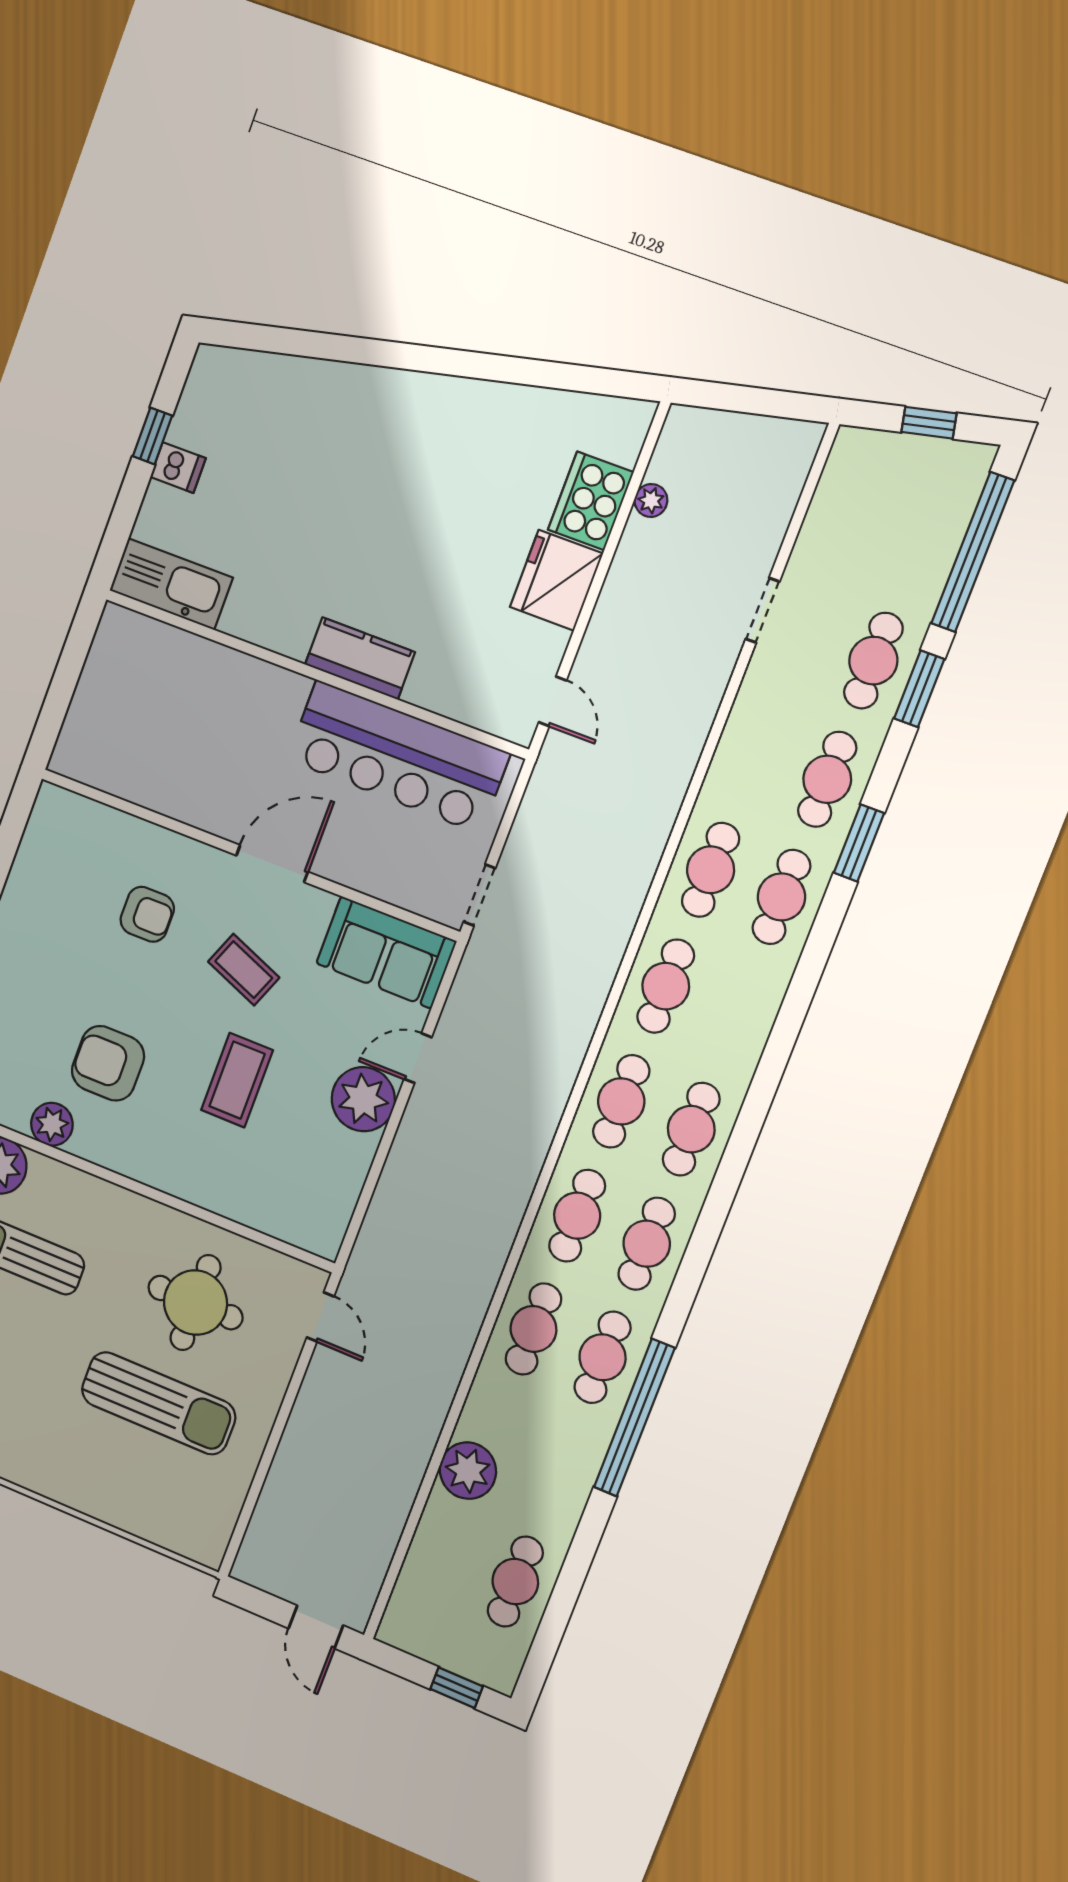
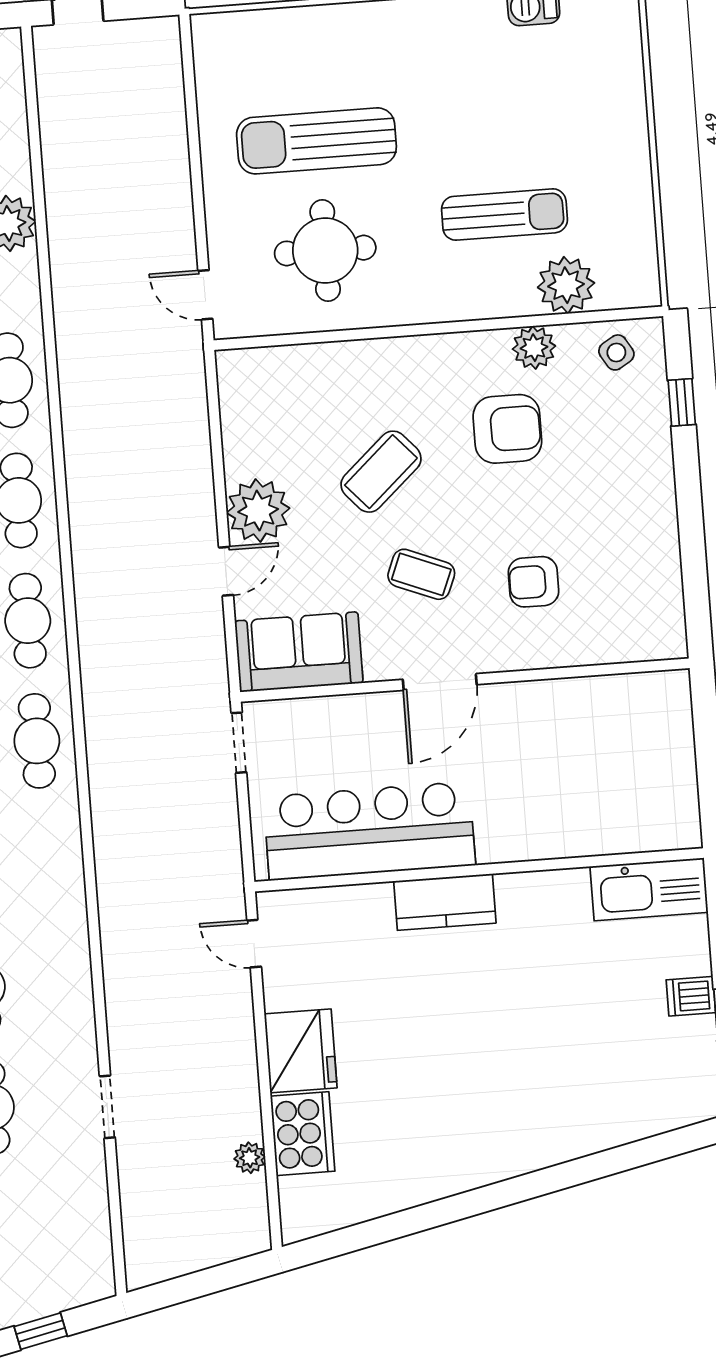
cafe table: (711, 870) -> (46, 861), removed
coffee table: (237, 1080) -> (381, 472), turned 48

